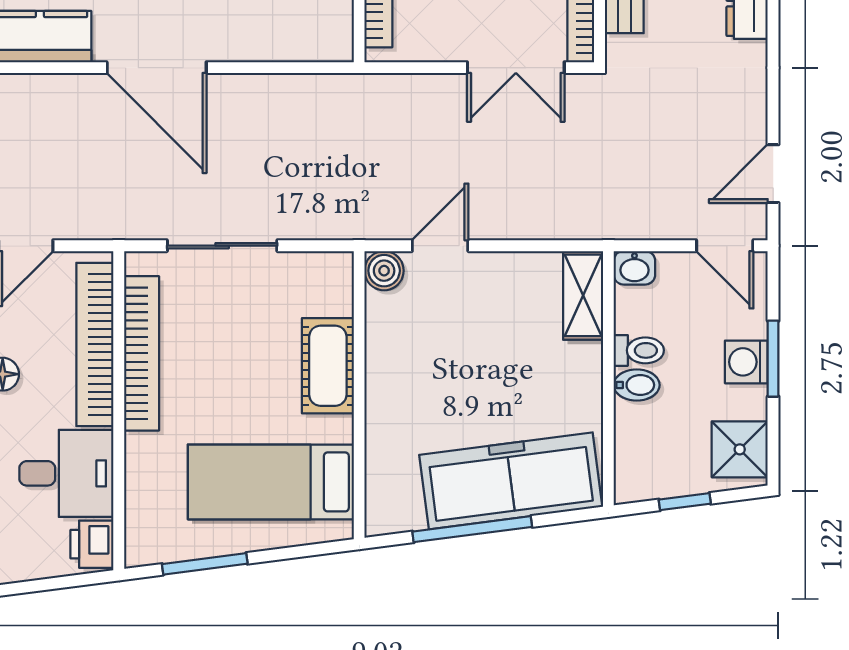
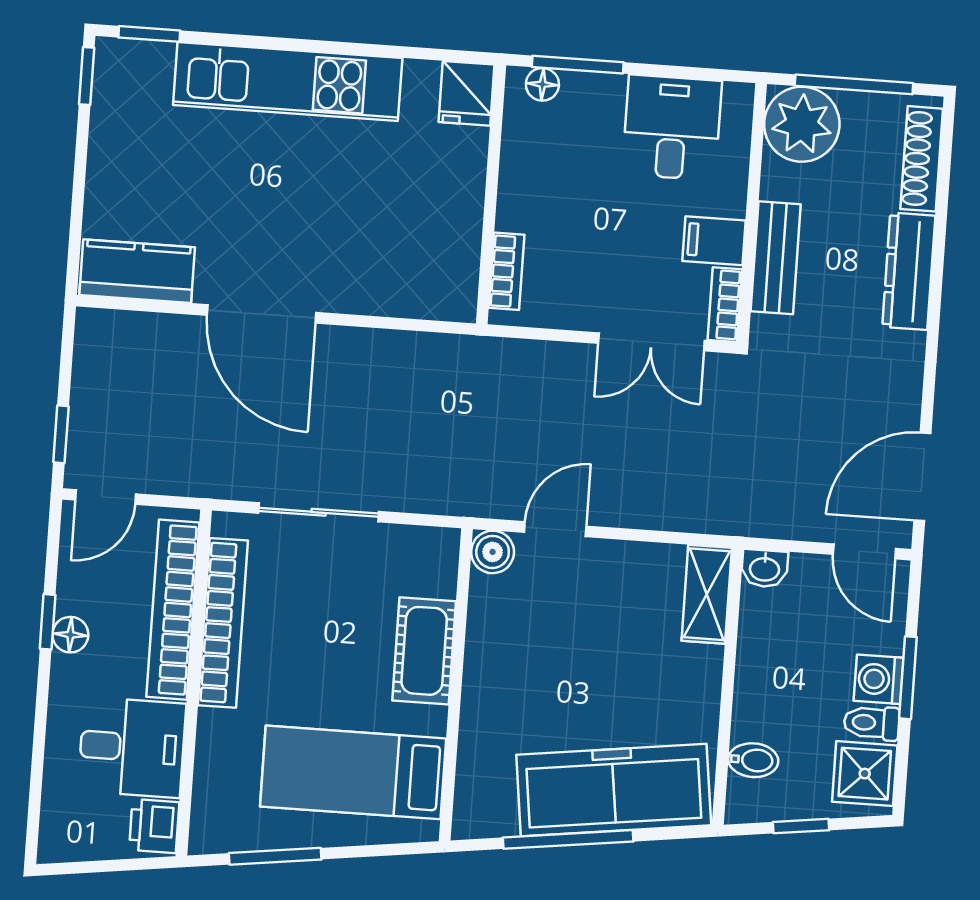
door: (773, 174) -> (922, 477), width x1.38
toilet: (639, 350) -> (872, 723), moved, turned 180
bidet: (637, 385) -> (753, 760), moved

